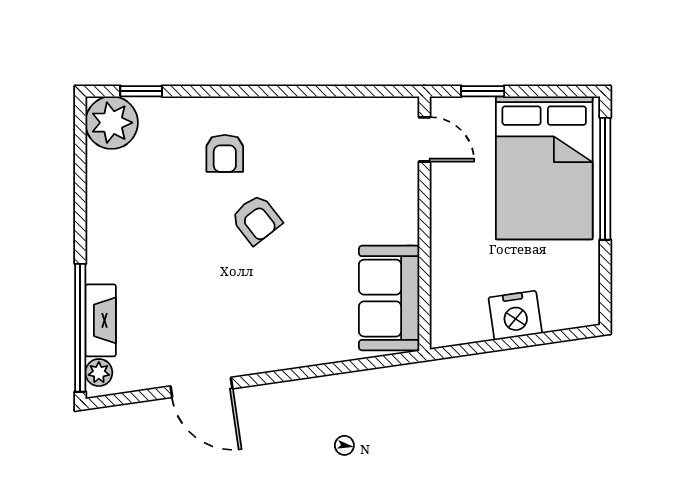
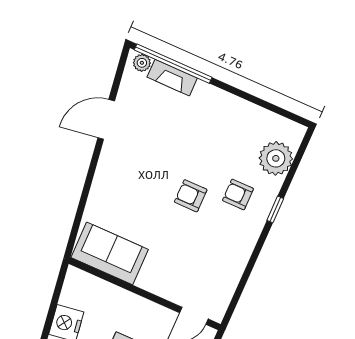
window: (141, 91) -> (275, 209), moved
plant: (112, 123) -> (276, 158), moved
armchair: (256, 219) -> (191, 196), turned 38

